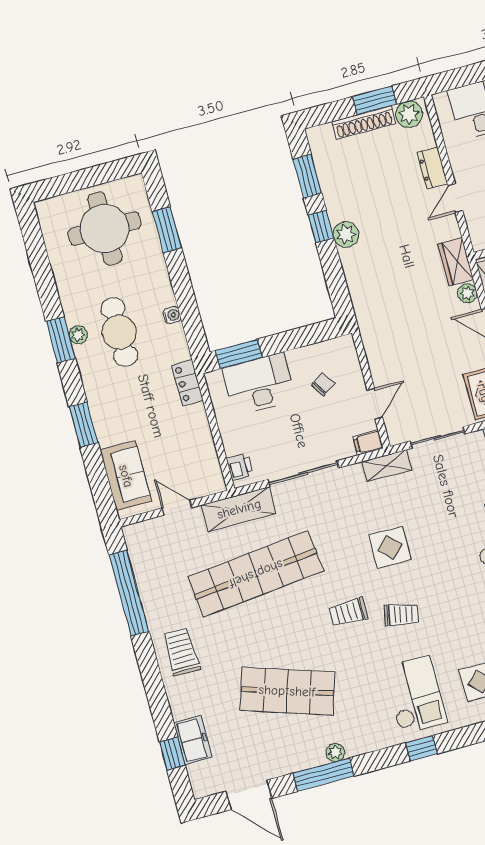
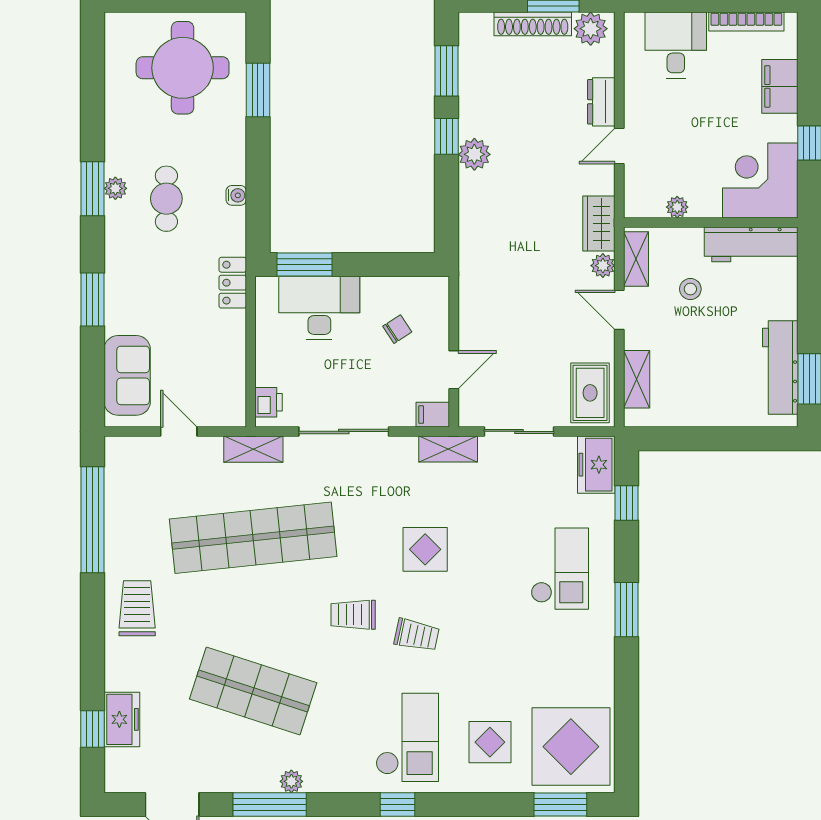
cafe table: (119, 332) -> (166, 199), width x0.73, depth x0.74
shelving: (239, 509) -> (253, 449), width x0.67, depth x0.75

